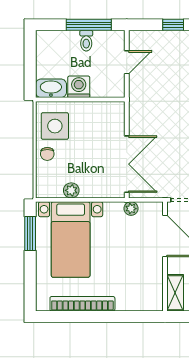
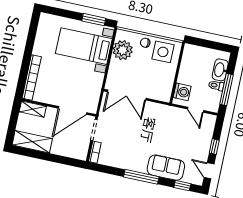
washing machine: (79, 87) -> (182, 92), moved
washbasin: (51, 88) -> (220, 70), moved, turned 180
plant: (71, 190) -> (123, 50), width x1.87, depth x1.87
plant: (131, 209) -> (96, 91), removed
bookcase: (82, 304) -> (32, 78), moved

